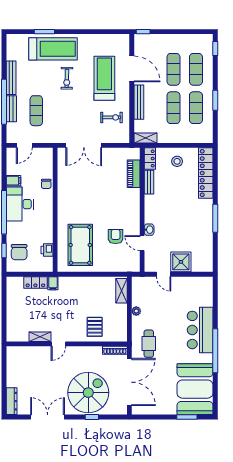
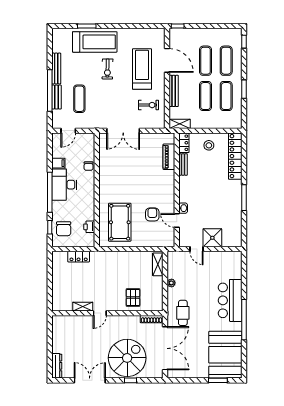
filing cabinet: (53, 283) -> (95, 257), removed

